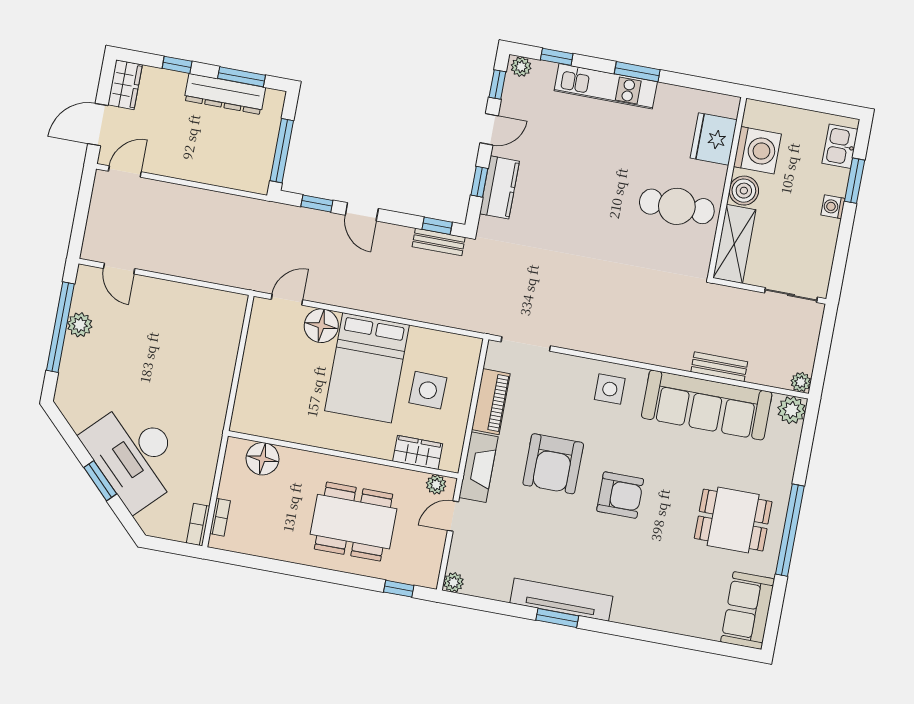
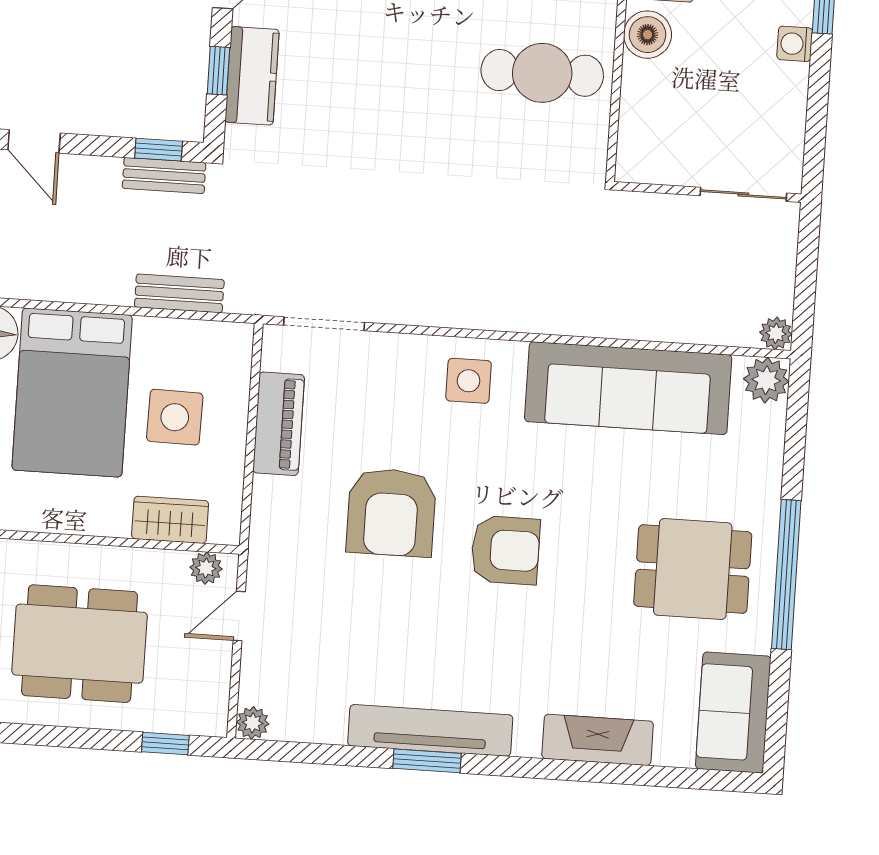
shelving: (734, 244) -> (642, 123), removed
bench: (719, 367) -> (179, 293), moved
fireplace: (479, 467) -> (598, 740), moved, turned -90

